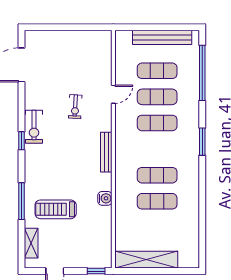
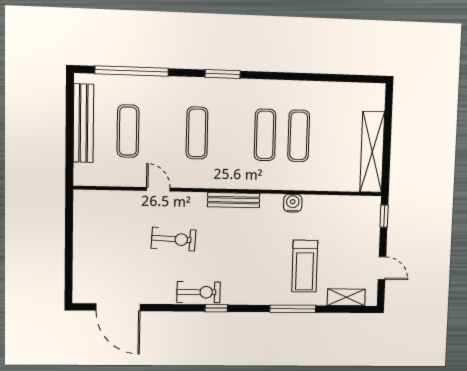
exercise mat: (157, 97) -> (163, 132), removed
exercise bike: (75, 107) -> (174, 239), width x1.38, depth x1.39

